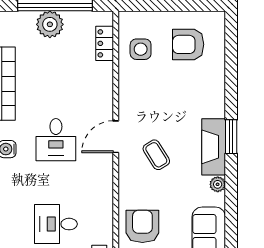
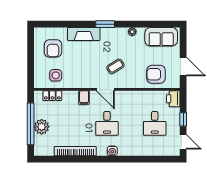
filing cabinet: (101, 99) -> (84, 98), added
desk: (56, 140) -> (107, 123), turned 90
fireplace: (214, 147) -> (84, 34), moved

